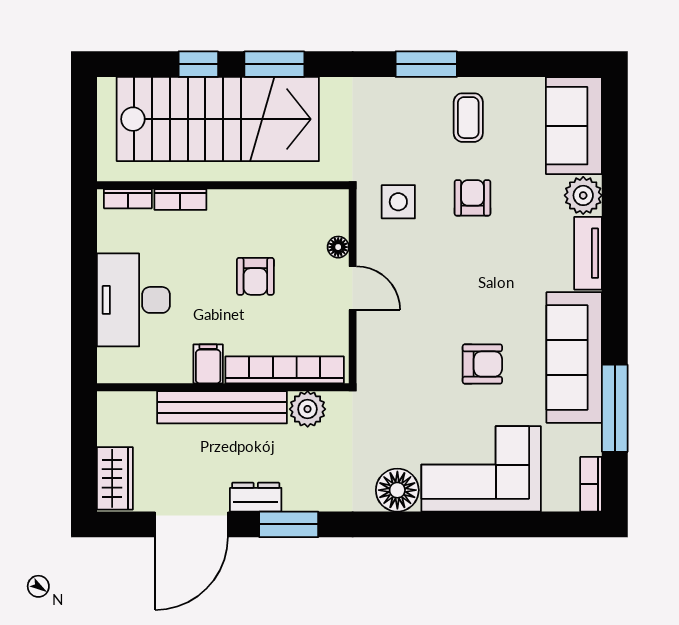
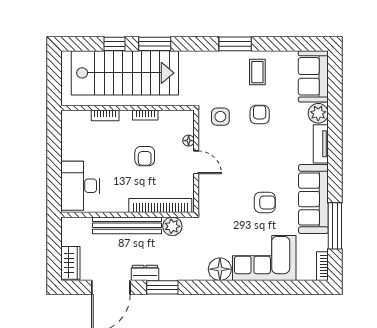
bookcase: (128, 199) -> (145, 115), moved
desk: (133, 300) -> (80, 186), moved
filing cabinet: (208, 364) -> (120, 202), removed

